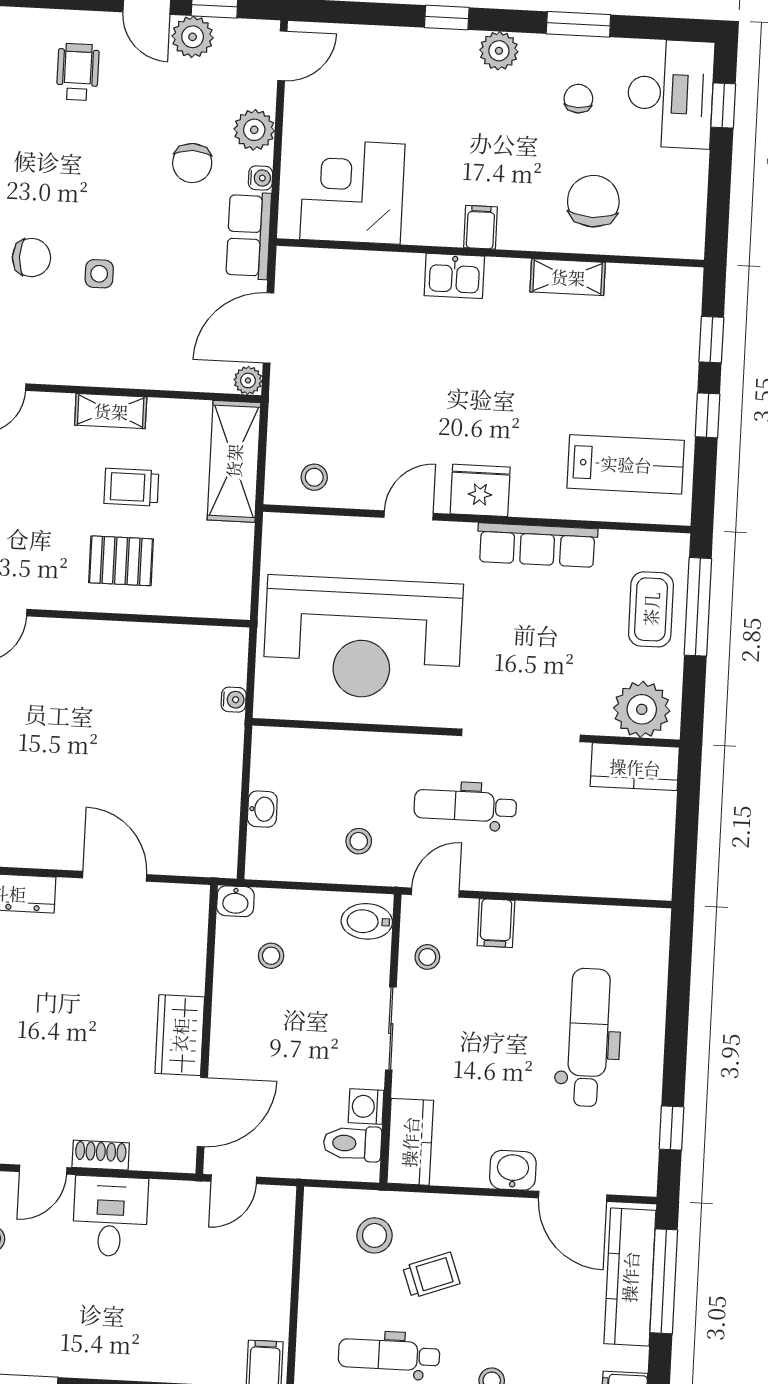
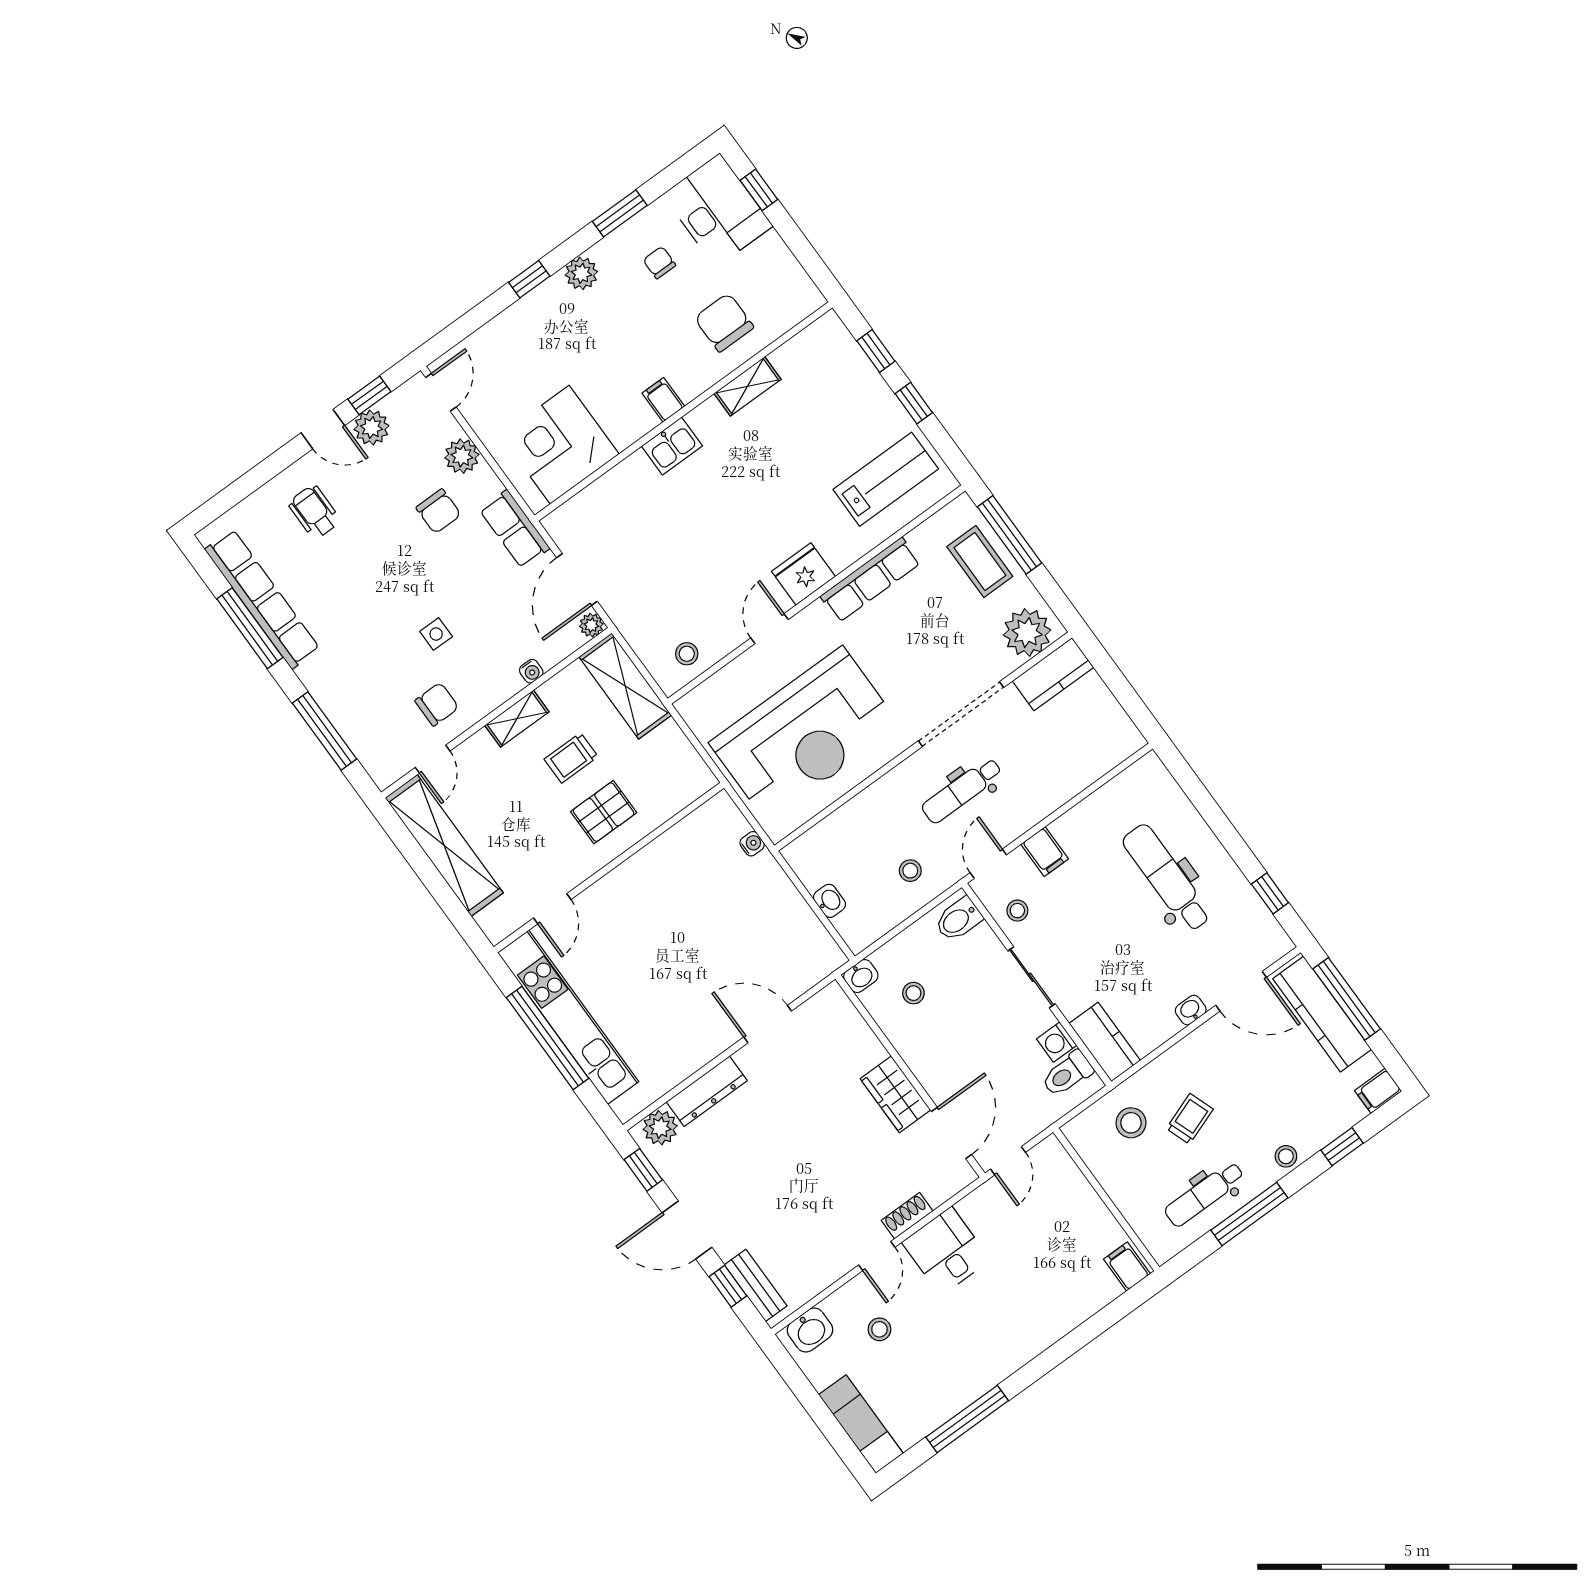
water cooler: (260, 178) -> (531, 671), moved, turned 90
chair: (31, 258) -> (437, 704), moved
washbasin: (513, 1170) -> (1191, 1010), width x0.72, depth x0.69

